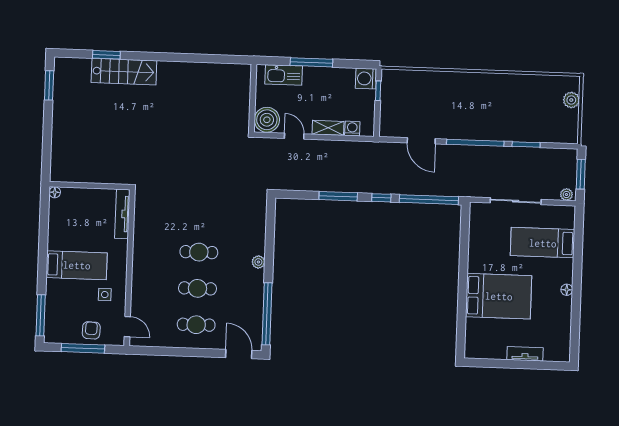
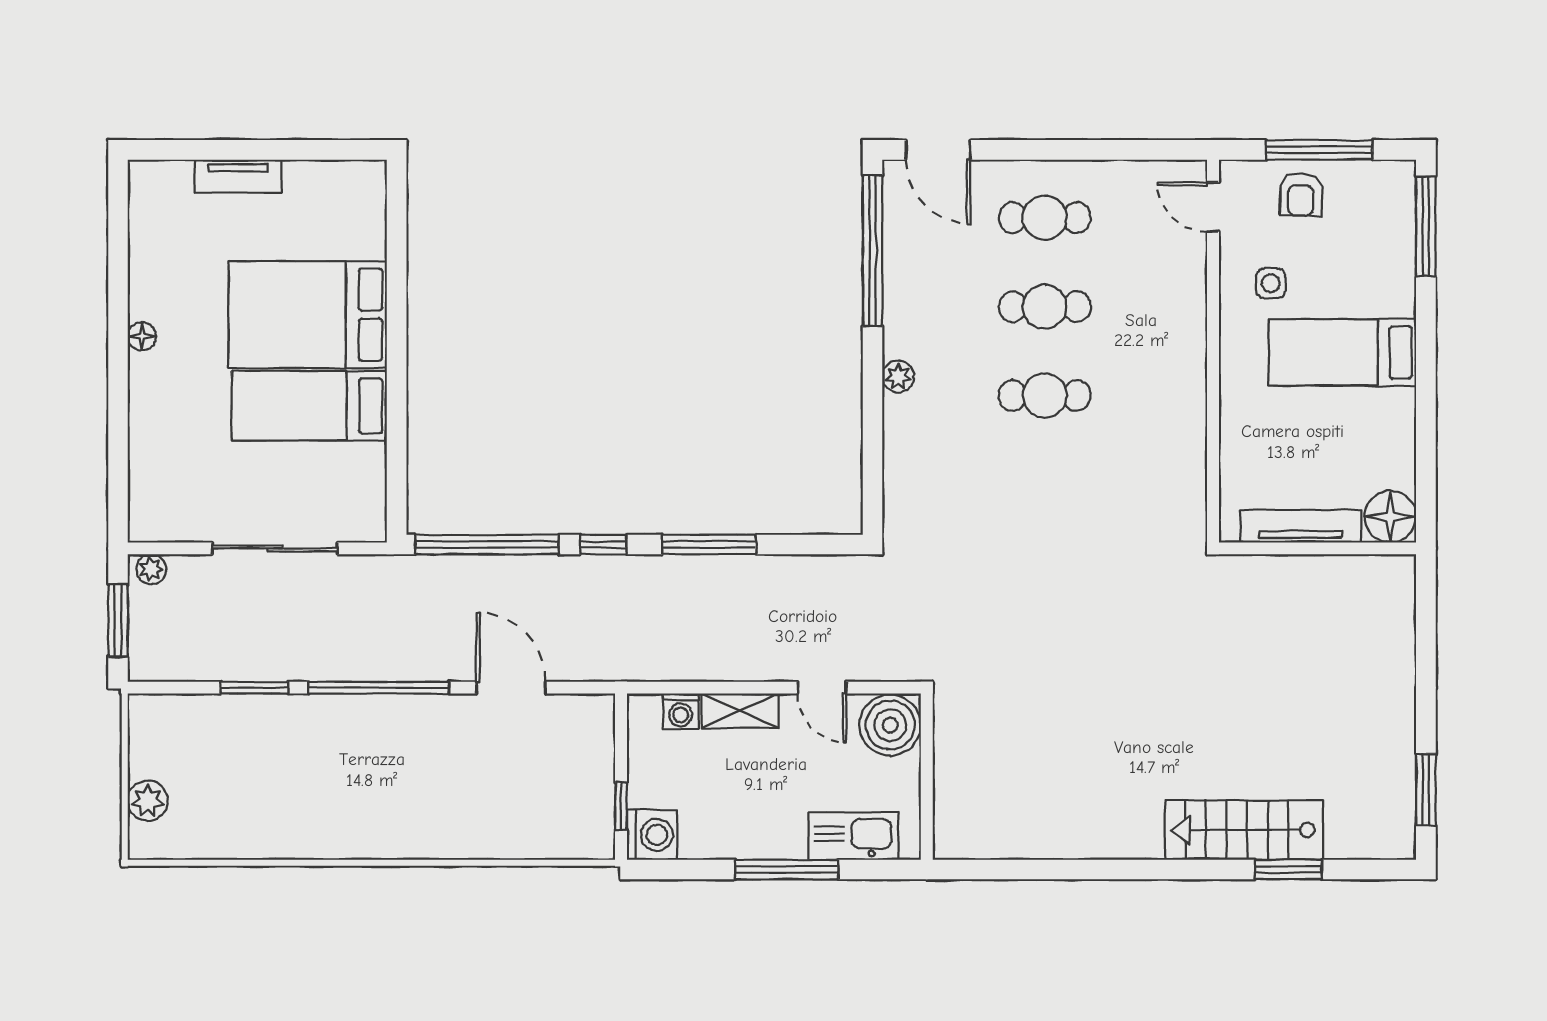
floor lamp: (55, 192) -> (1390, 517), width x1.89, depth x1.89
tv unit: (122, 214) -> (1301, 526), moved, turned -90
bed: (543, 243) -> (309, 406), moved, turned 180

